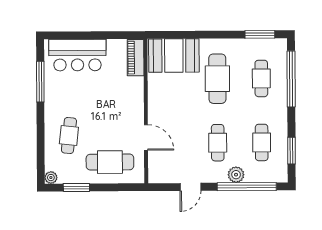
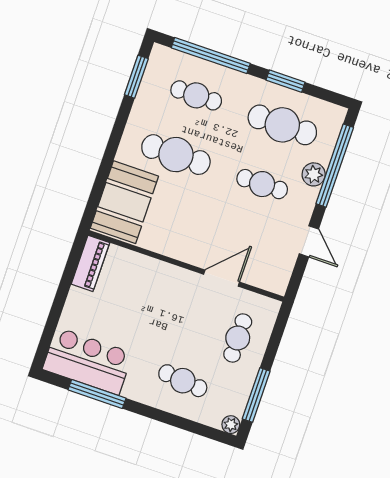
bar counter: (77, 55) -> (88, 361), moved, turned -90
piano: (136, 58) -> (90, 263), moved, turned -90
cafe table: (262, 142) -> (282, 125), width x1.37, depth x1.35
window: (292, 151) -> (285, 81), moved
cafe table: (110, 162) -> (238, 338), width x0.73, depth x0.74
window: (76, 187) -> (256, 395), width x1.44

